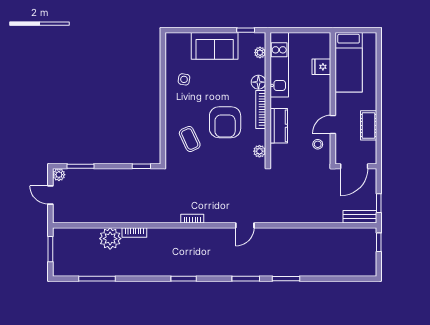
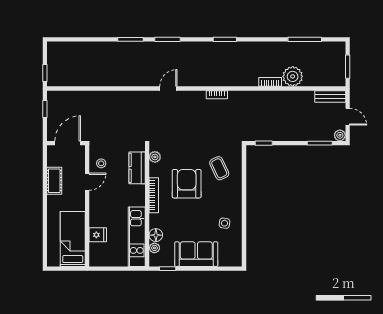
floor lamp: (258, 82) -> (156, 235), moved
kitchen counter: (279, 126) -> (137, 168), moved
bench: (360, 217) -> (330, 96), moved

